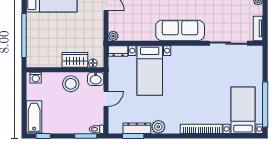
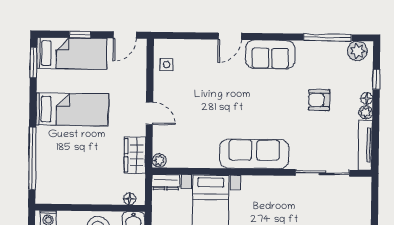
tv unit: (258, 28) -> (365, 145), width x1.41
wardrobe: (75, 60) -> (135, 155), moved, turned -90

